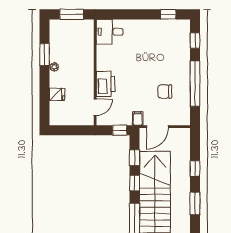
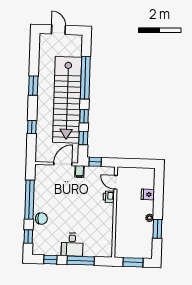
window: (133, 14) -> (81, 261), added
desk: (110, 32) -> (72, 245), moved, turned 90
printer: (106, 84) -> (109, 197), width x0.53, depth x0.68
chair: (165, 91) -> (41, 219), moved
door: (95, 107) -> (116, 182), hinge flipped
window: (195, 203) -> (33, 86), moved

